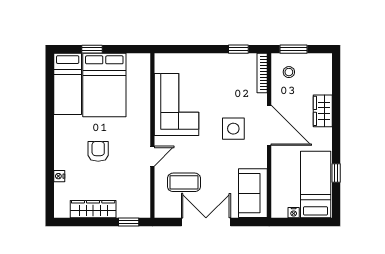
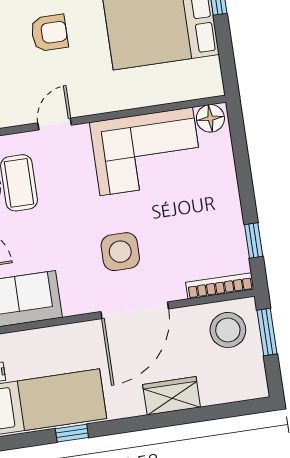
floor lamp: (163, 64) -> (210, 118), added
stool: (289, 72) -> (228, 330), width x1.89, depth x1.89
door: (152, 156) -> (55, 124), swing flipped

